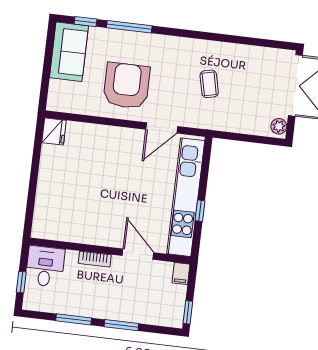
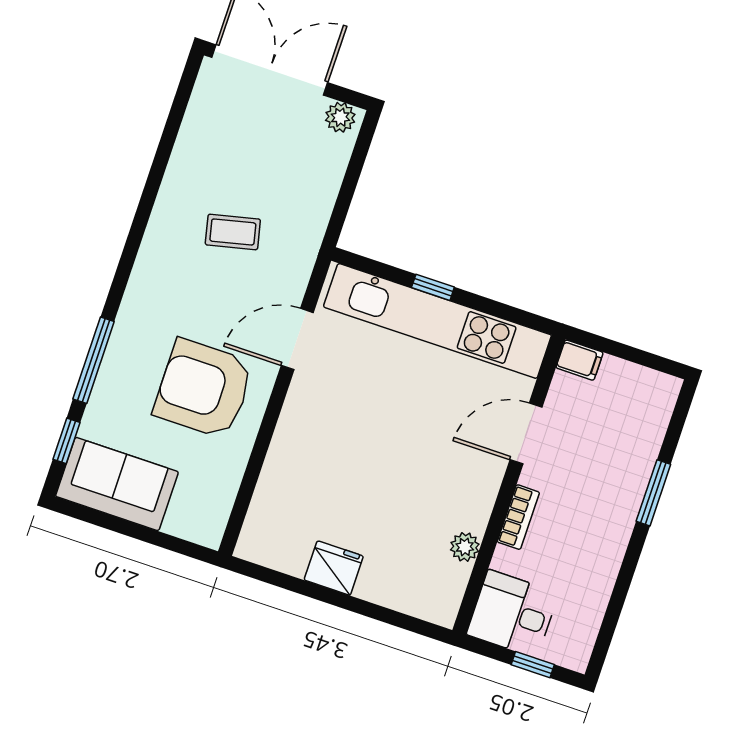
door: (162, 128) -> (297, 339), swing flipped
fridge: (54, 131) -> (334, 568), moved
window: (200, 211) -> (433, 287), moved
plant: (74, 235) -> (465, 547), added
window: (188, 312) -> (656, 362), removed
window: (74, 319) -> (624, 581), removed

